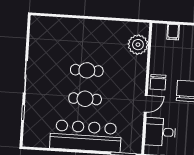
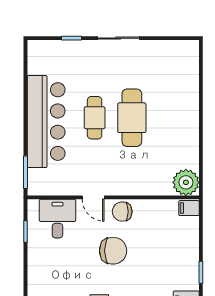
filing cabinet: (173, 32) -> (189, 208), moved
plant: (138, 45) -> (186, 182), moved
cafe table: (87, 70) -> (132, 118), width x1.37, depth x1.35

